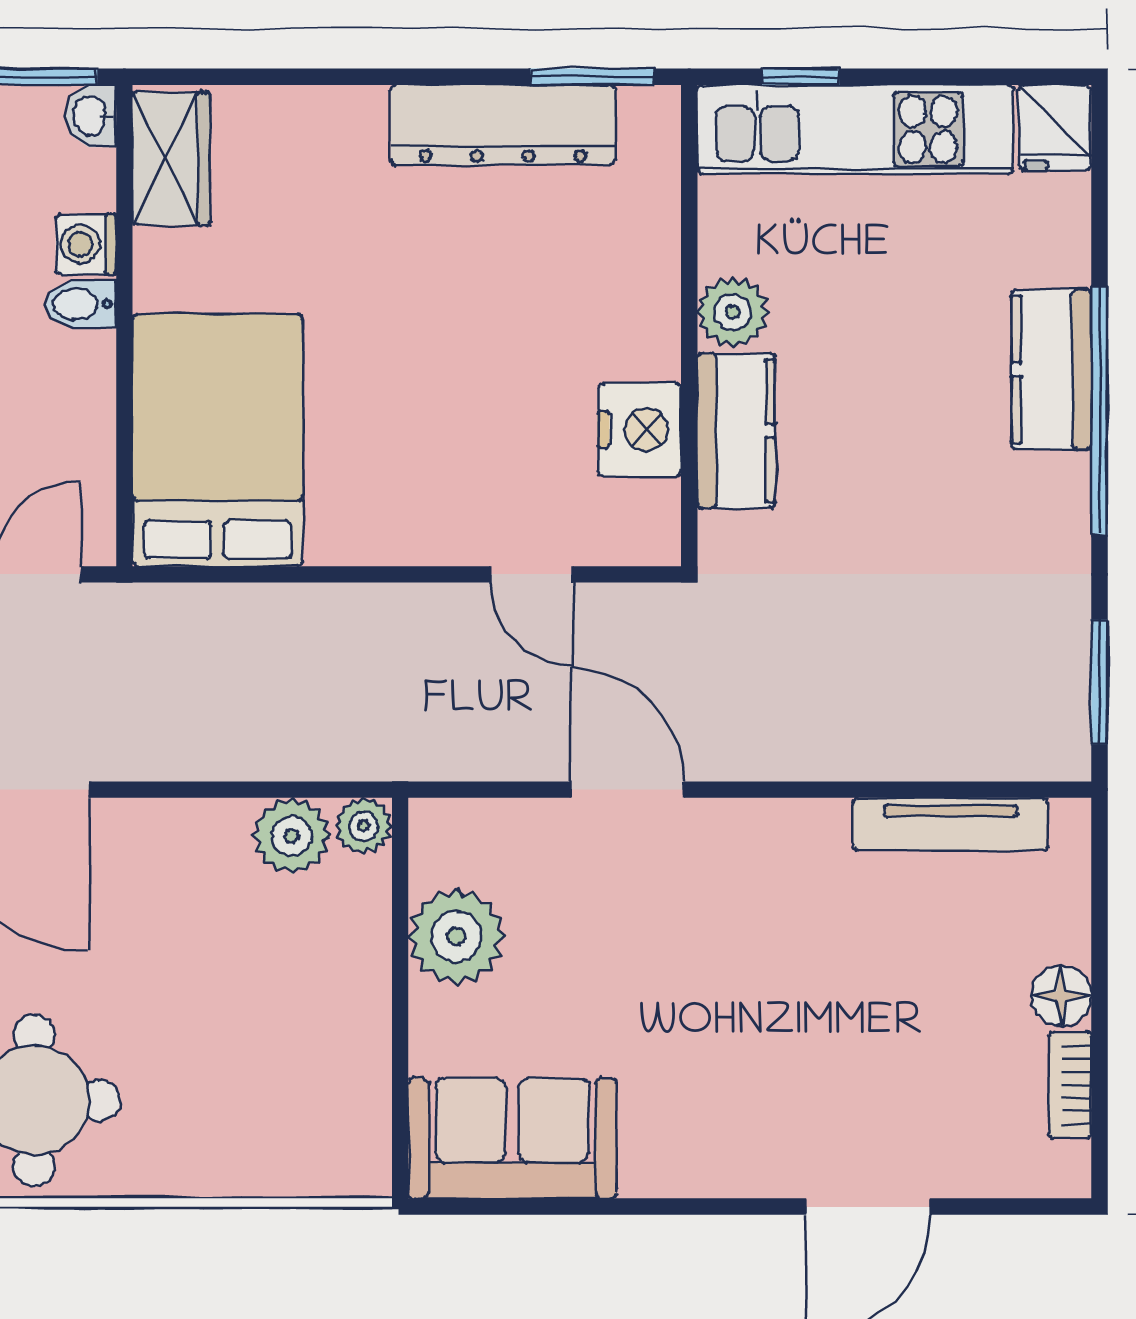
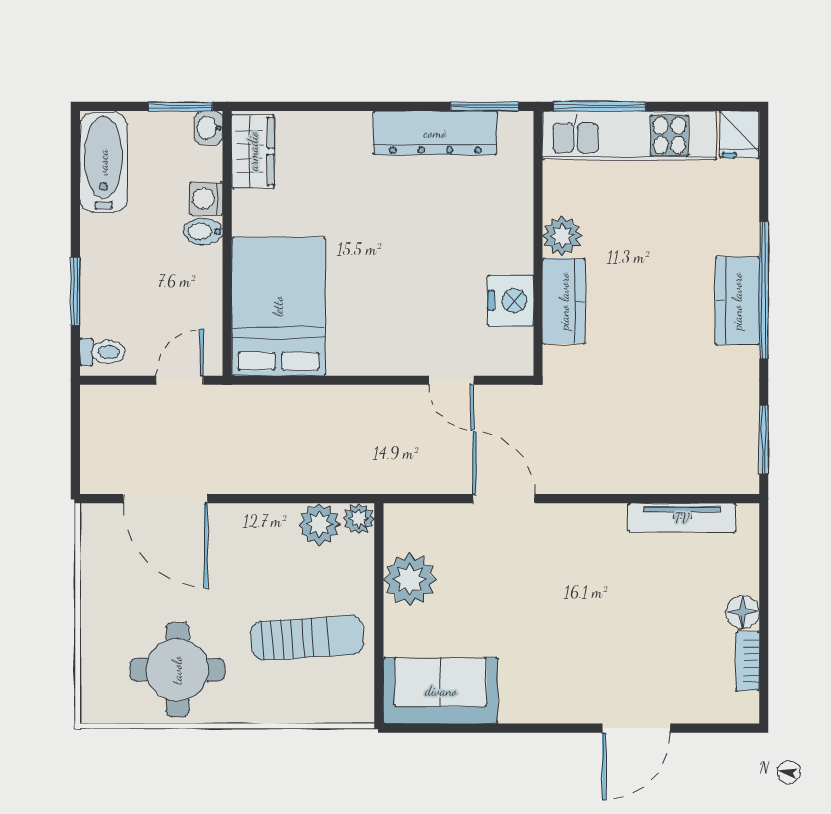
window: (801, 77) -> (599, 106), width x2.17
kitchen counter: (1051, 369) -> (737, 301), moved
sun lounger: (270, 1042) -> (307, 638), added

